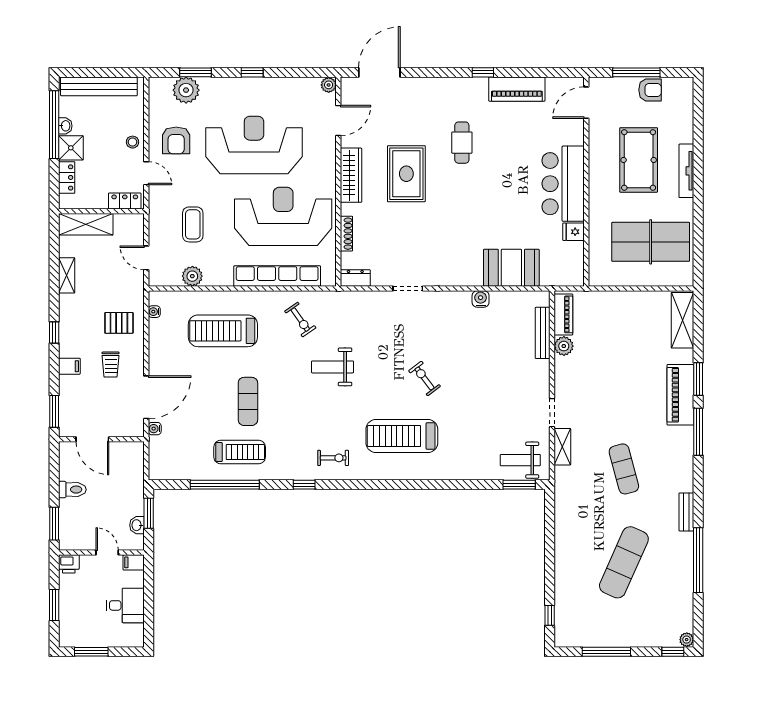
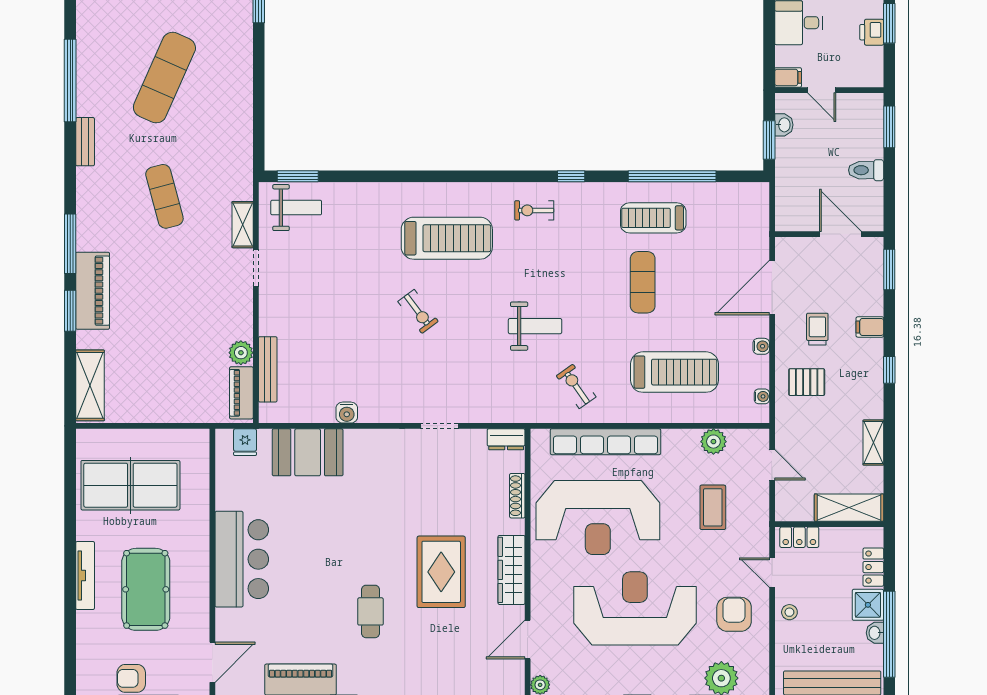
reception desk: (254, 145) -> (635, 608), turned 180
fridge: (573, 232) -> (245, 442), moved, turned 90
water cooler: (155, 429) -> (761, 346), moved
printer: (69, 564) -> (872, 32), moved, turned -90

